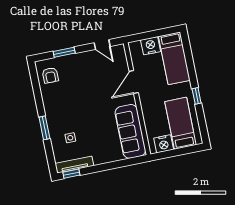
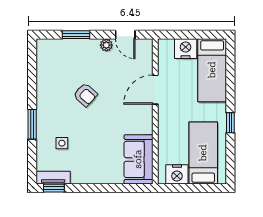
plant: (89, 55) -> (106, 45), added
armchair: (50, 75) -> (85, 95), moved, turned -48
sofa: (130, 131) -> (138, 159), width x0.73
tv unit: (74, 165) -> (53, 178), width x0.71

